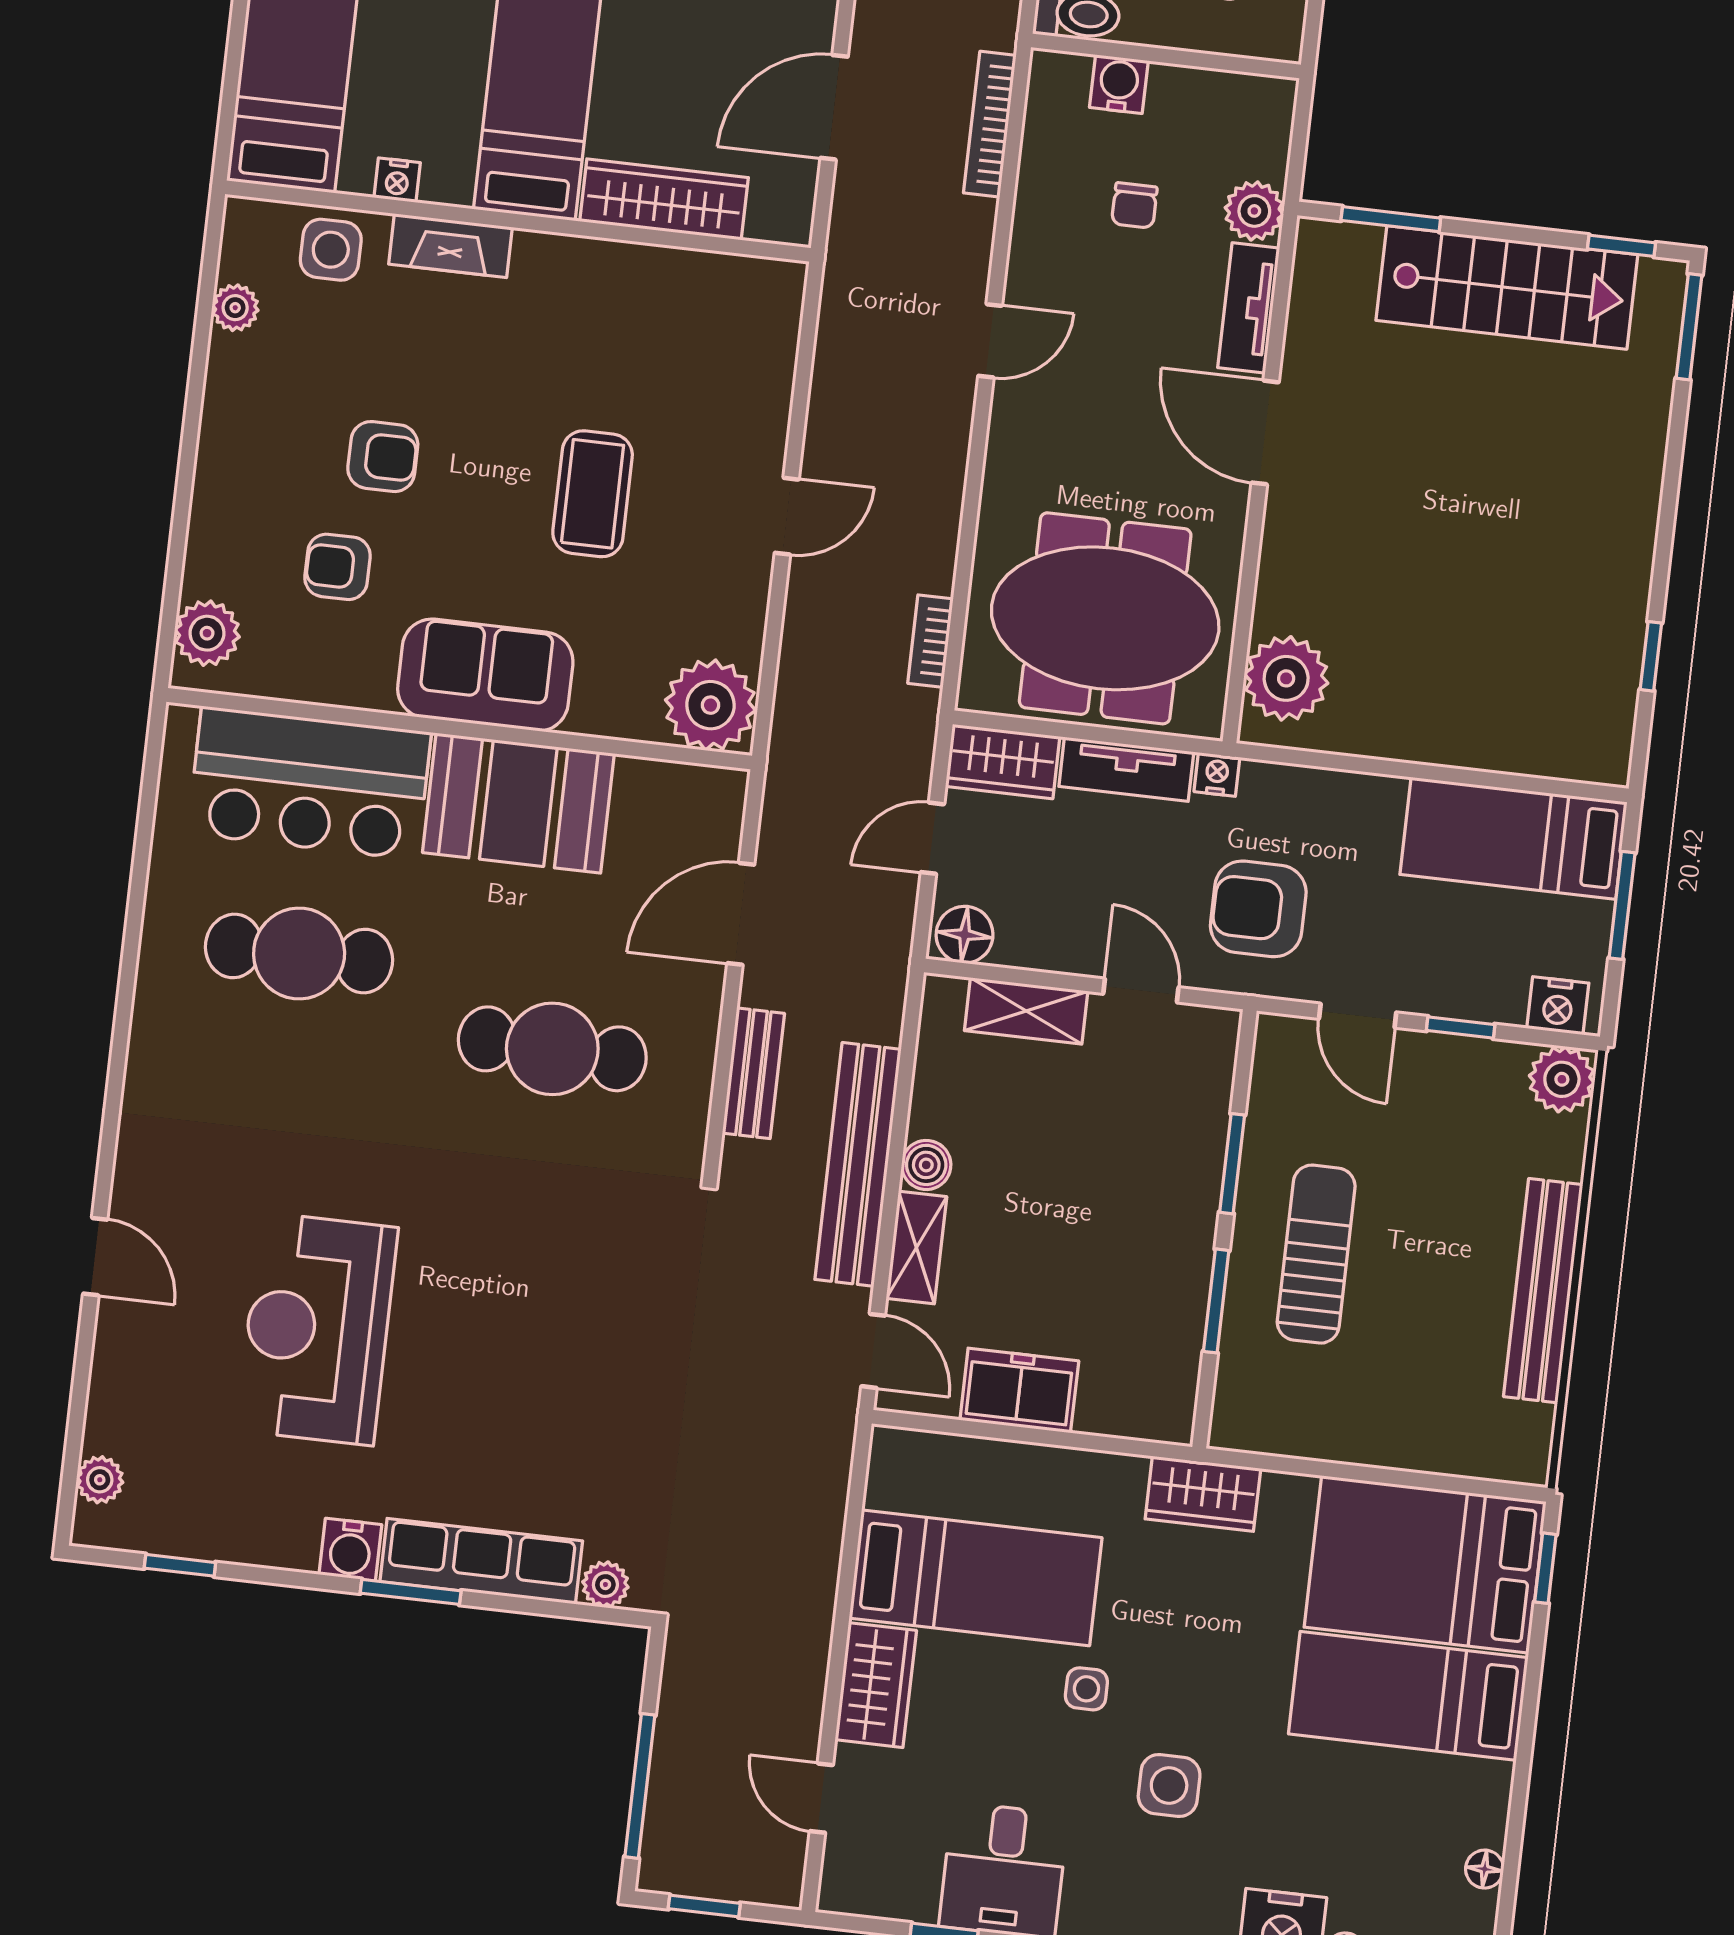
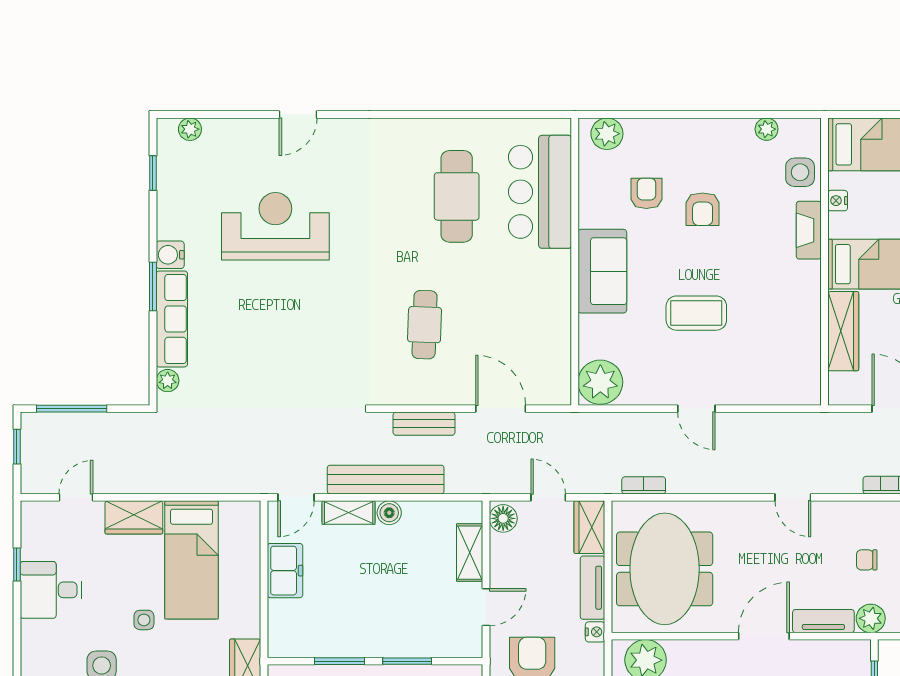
booth: (518, 803) -> (542, 294), removed
cafe table: (552, 1049) -> (425, 325), width x0.73, depth x0.74

